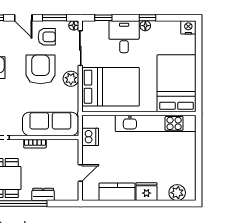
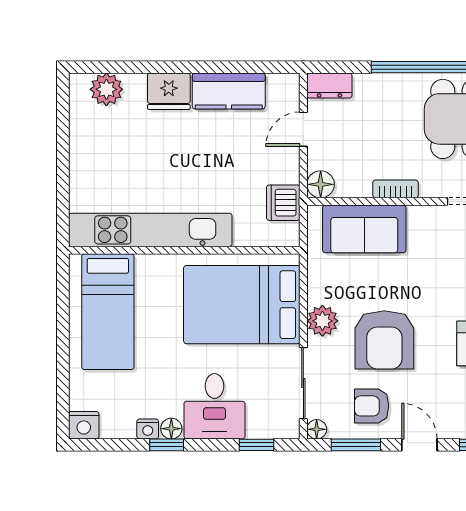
nightstand: (157, 26) -> (148, 429), added
bed: (176, 83) -> (108, 312), width x0.67
sofa: (50, 124) -> (364, 229), width x0.73
floor lamp: (72, 146) -> (321, 184), added
dresser: (43, 194) -> (329, 86), moved

